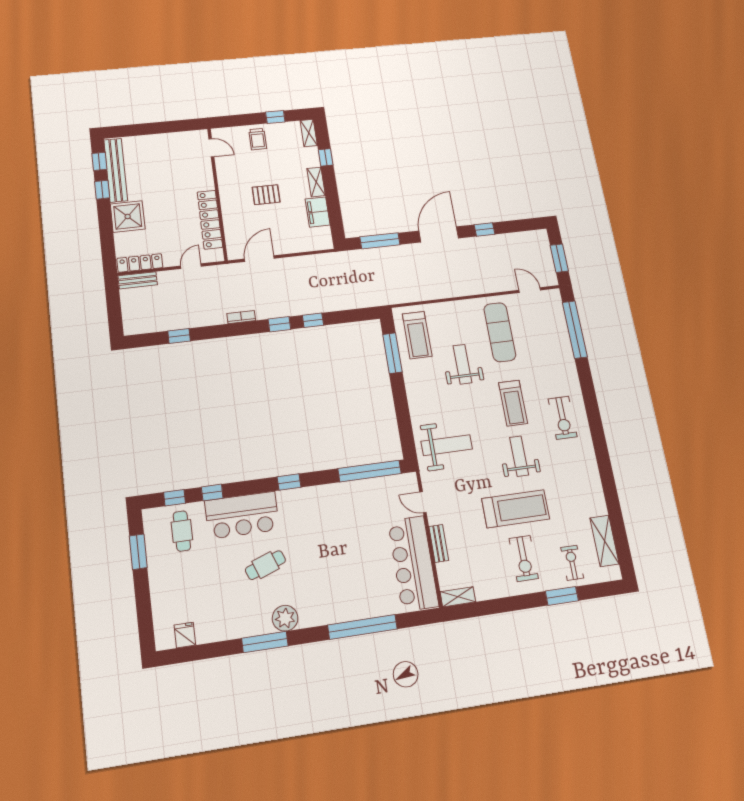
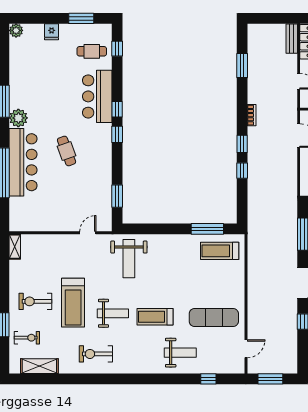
window: (575, 330) -> (208, 379), width x0.32
window: (179, 336) -> (242, 66), width x1.50
weight bench: (463, 364) -> (180, 353), moved
exercise bike: (563, 418) -> (96, 354), moved
window: (370, 471) -> (117, 196), width x0.47
window: (212, 493) -> (117, 109), moved
bench: (439, 543) -> (56, 239), removed
bar counter: (413, 563) -> (23, 162), moved, turned 90
cafe table: (265, 565) -> (67, 151), moved
fridge: (185, 635) -> (52, 32), moved, turned 90
plant: (164, 640) -> (16, 30), added

